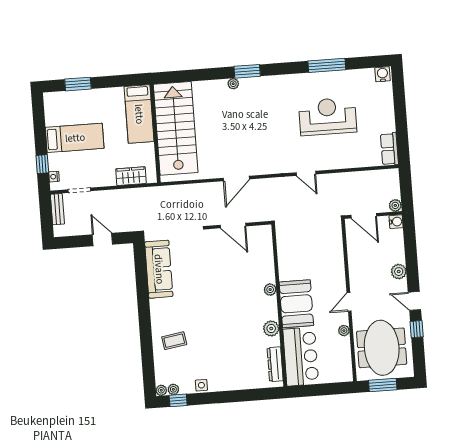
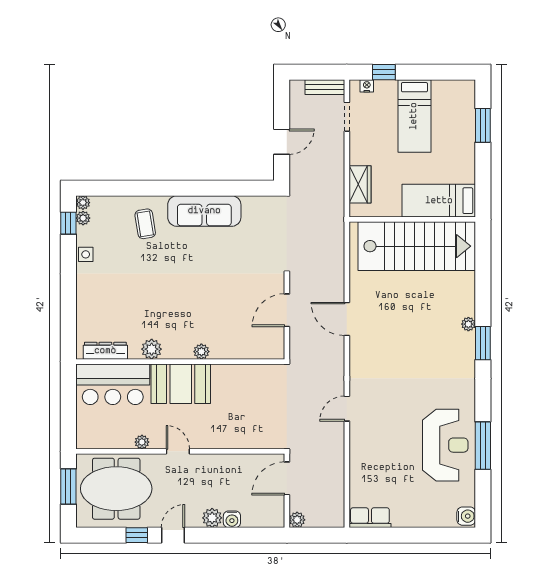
reception desk: (328, 117) -> (445, 445), moved
water cooler: (396, 222) -> (232, 519), moved
sofa: (159, 269) -> (204, 211), moved

